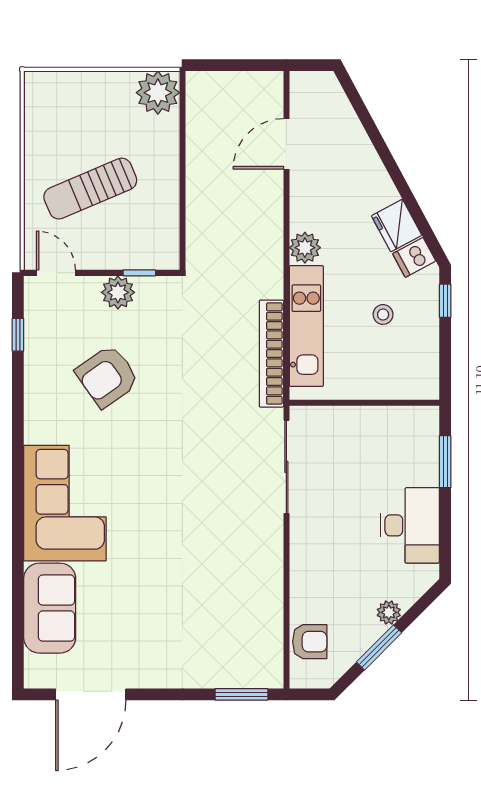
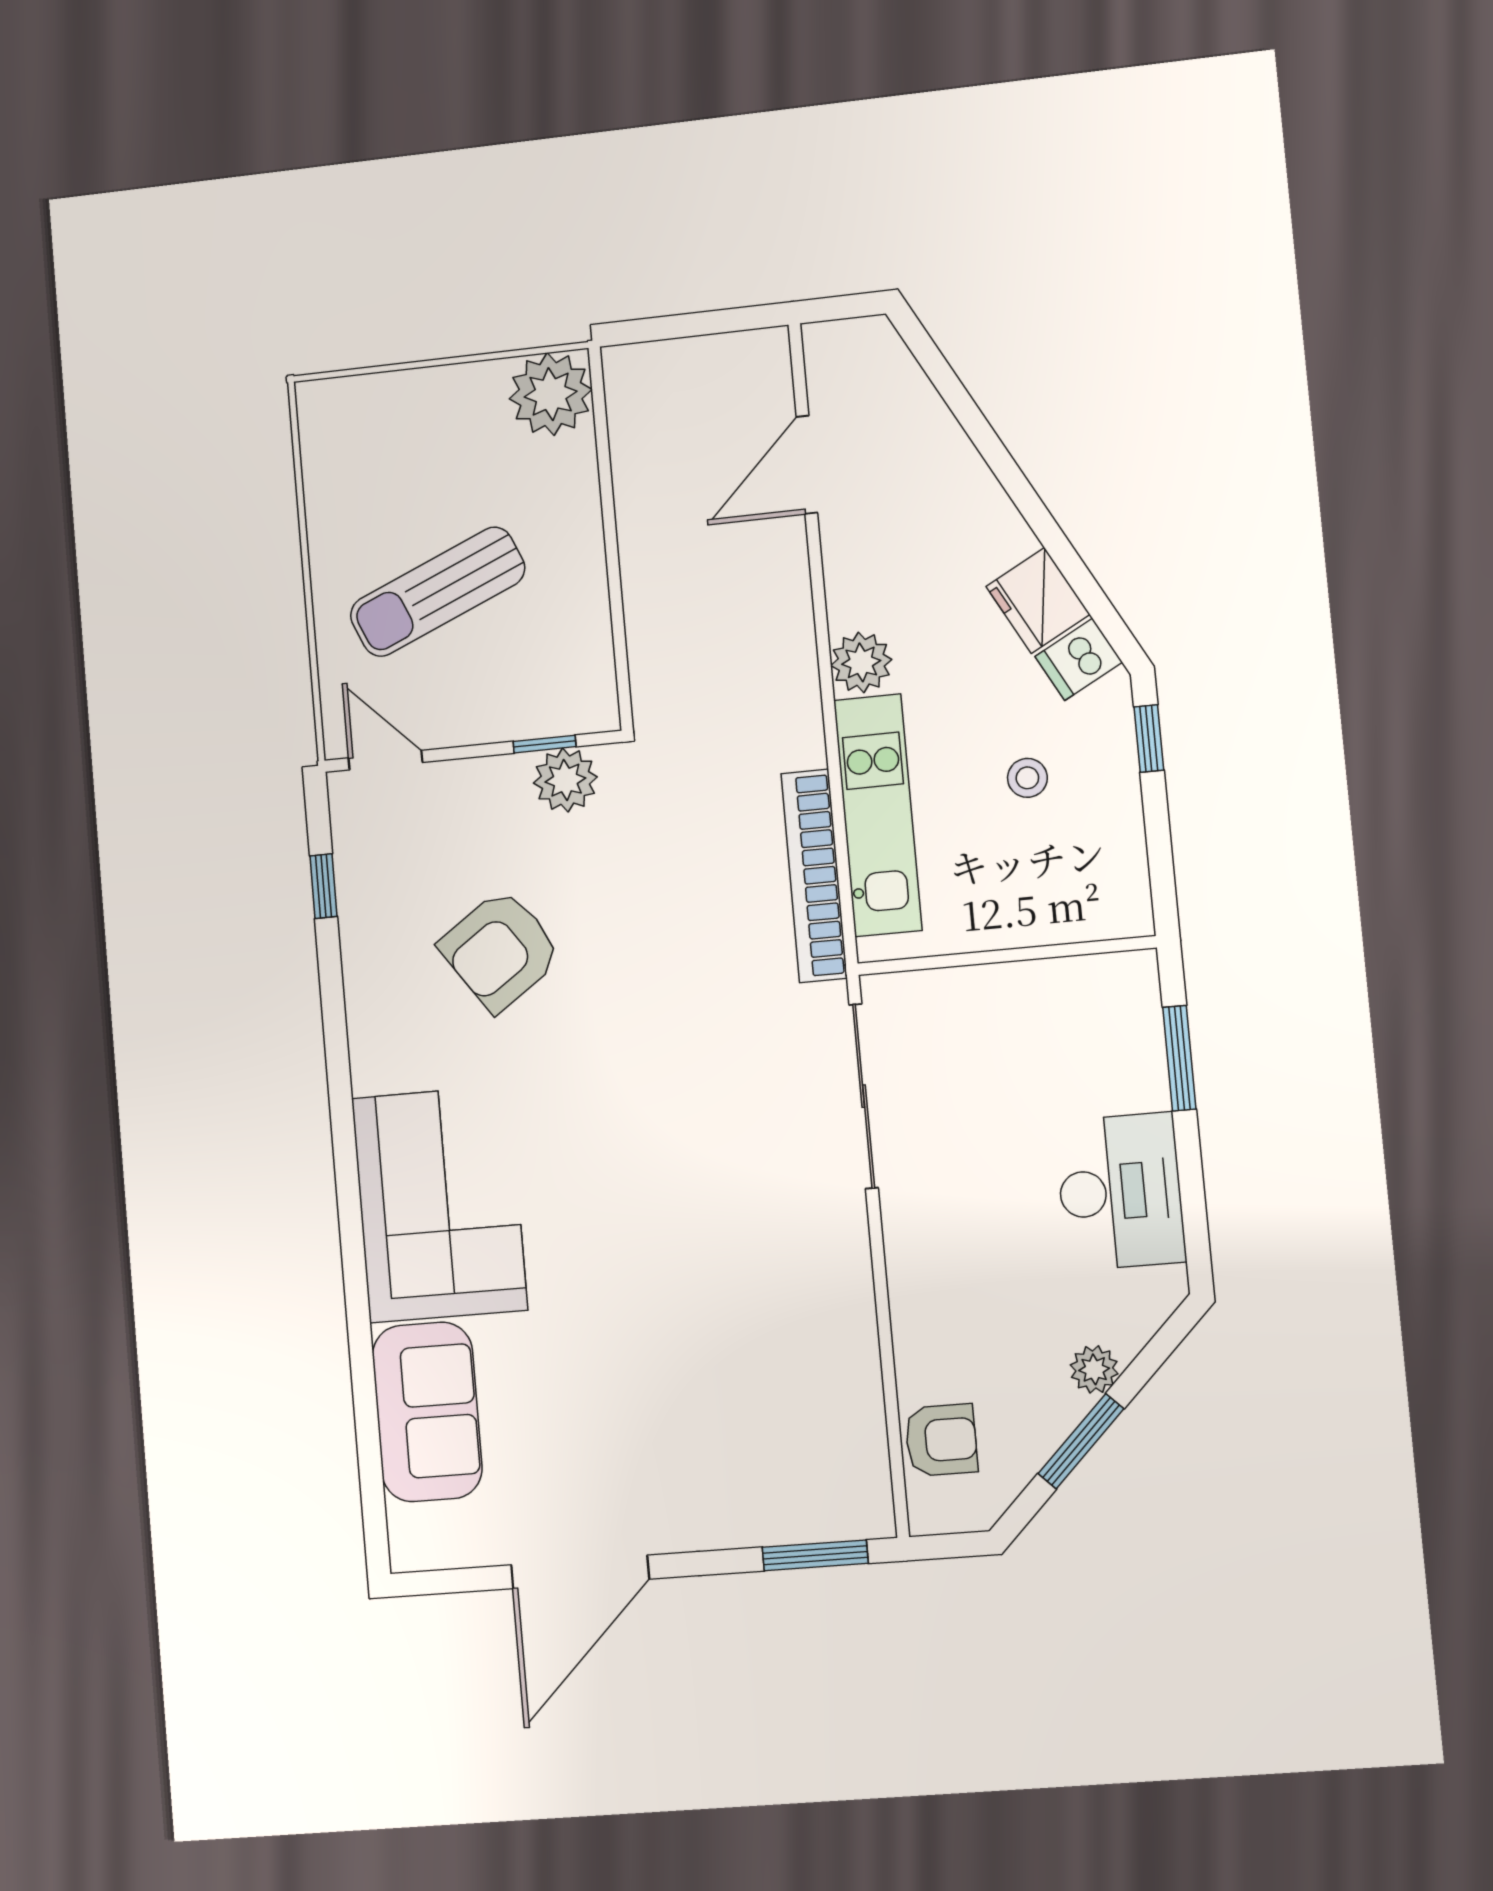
plant: (118, 292) -> (565, 780), moved
door: (91, 694) -> (580, 1572), moved

